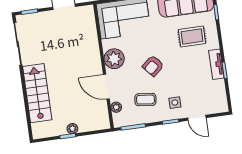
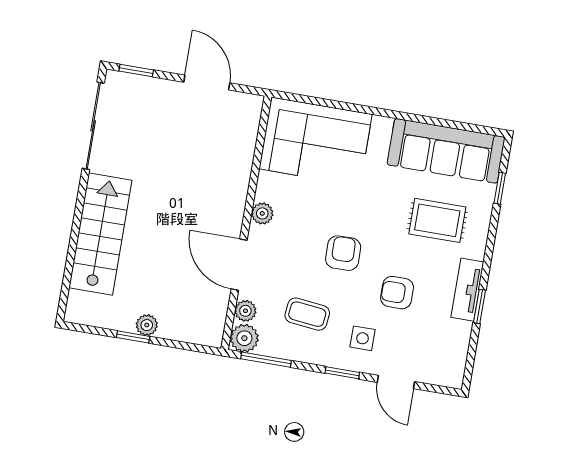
plant: (114, 59) -> (262, 213), width x0.53, depth x0.53
armchair: (153, 66) -> (343, 253), turned 130
armchair: (184, 76) -> (397, 293), added
plant: (120, 120) -> (244, 338), added

